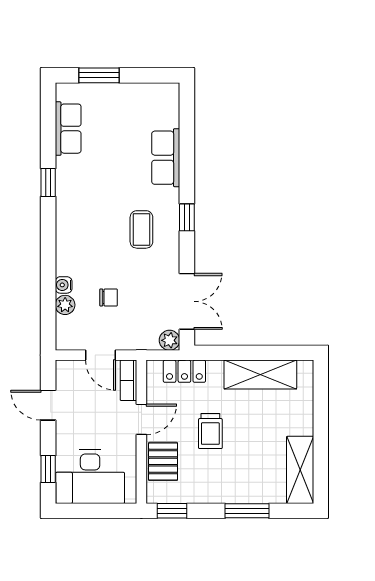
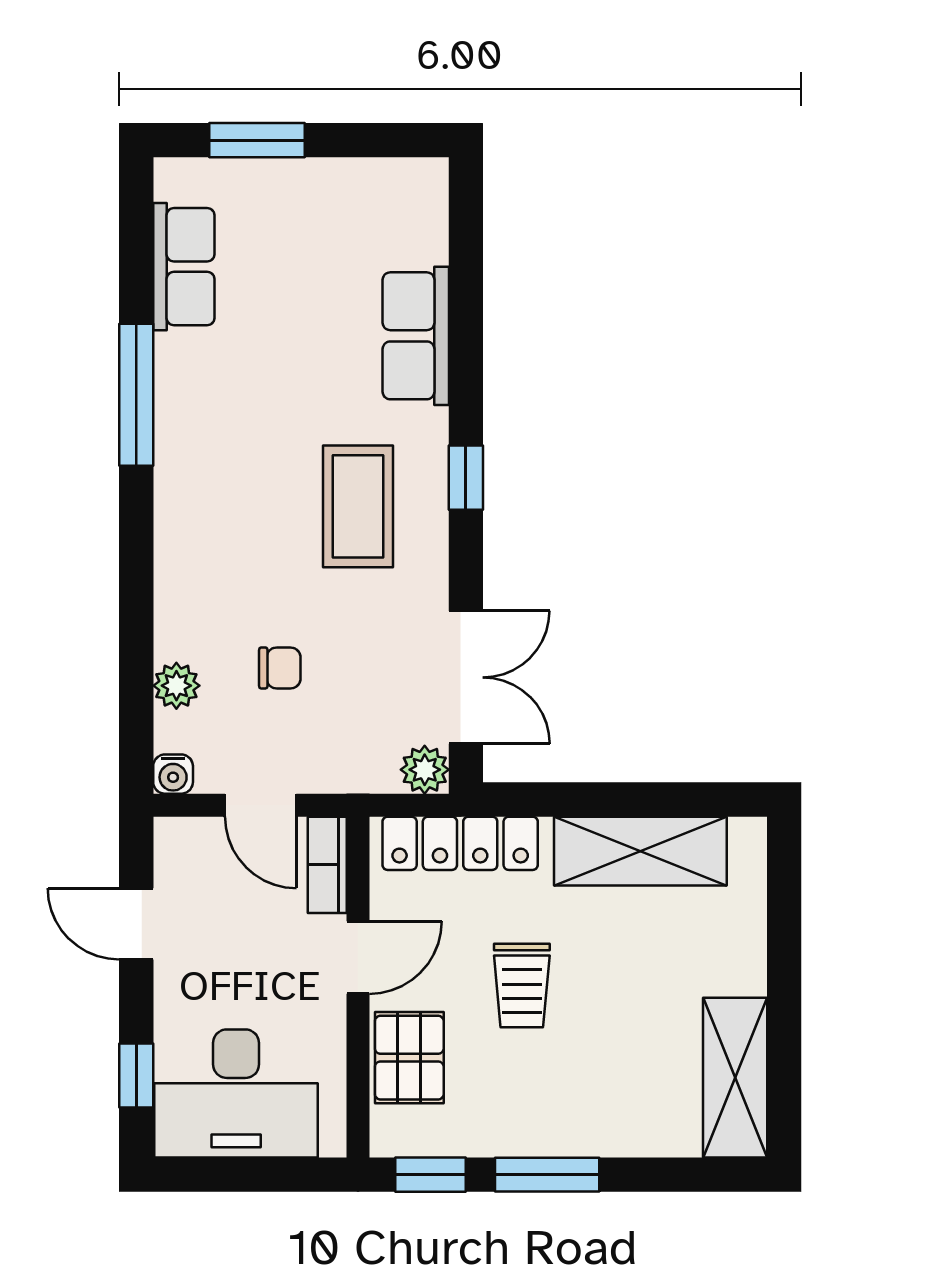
window: (48, 182) -> (136, 395), width x2.17
coffee table: (141, 229) -> (358, 506), width x1.36, depth x1.30
water cooler: (64, 285) -> (173, 774), moved, turned -90
locker: (184, 371) -> (460, 843), width x1.53
window: (247, 511) -> (547, 1175), moved

